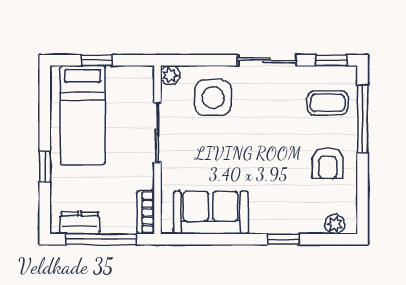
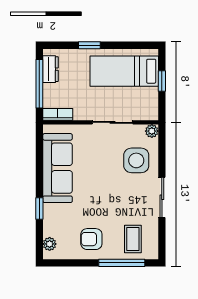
window: (331, 60) -> (162, 241), removed
sofa: (211, 213) -> (58, 168), width x1.36

